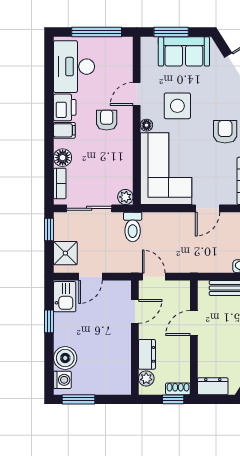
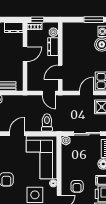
toilet: (133, 227) -> (47, 123), moved
door: (194, 323) -> (25, 54), moved

